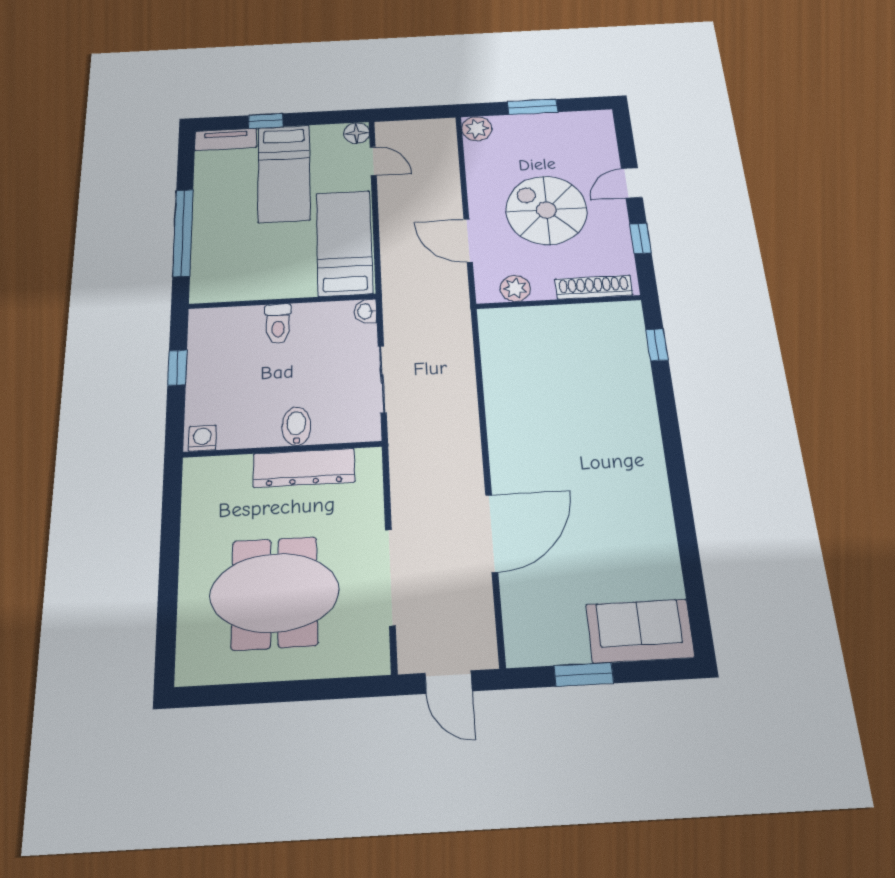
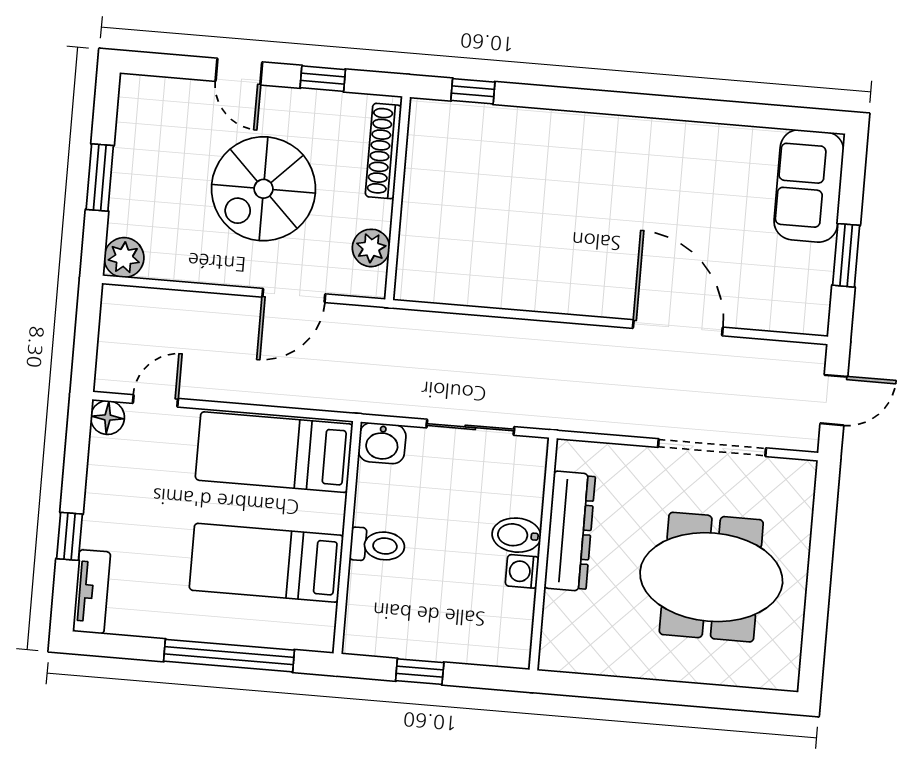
bed: (284, 173) -> (266, 563), moved, turned 180
washbasin: (365, 311) -> (382, 443), width x1.38, depth x1.45
washing machine: (202, 438) -> (522, 571), moved
meeting table: (275, 593) -> (711, 577), turned 90

